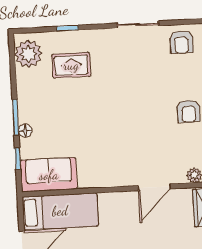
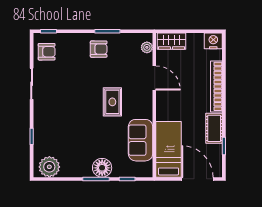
rug: (71, 65) -> (112, 102), moved
floor lamp: (25, 131) -> (102, 168), width x1.89, depth x1.89
sofa: (49, 175) -> (141, 140), moved

